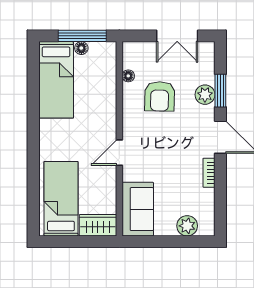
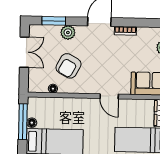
window: (220, 91) -> (54, 21), moved
armchair: (160, 96) -> (68, 66), turned 118

